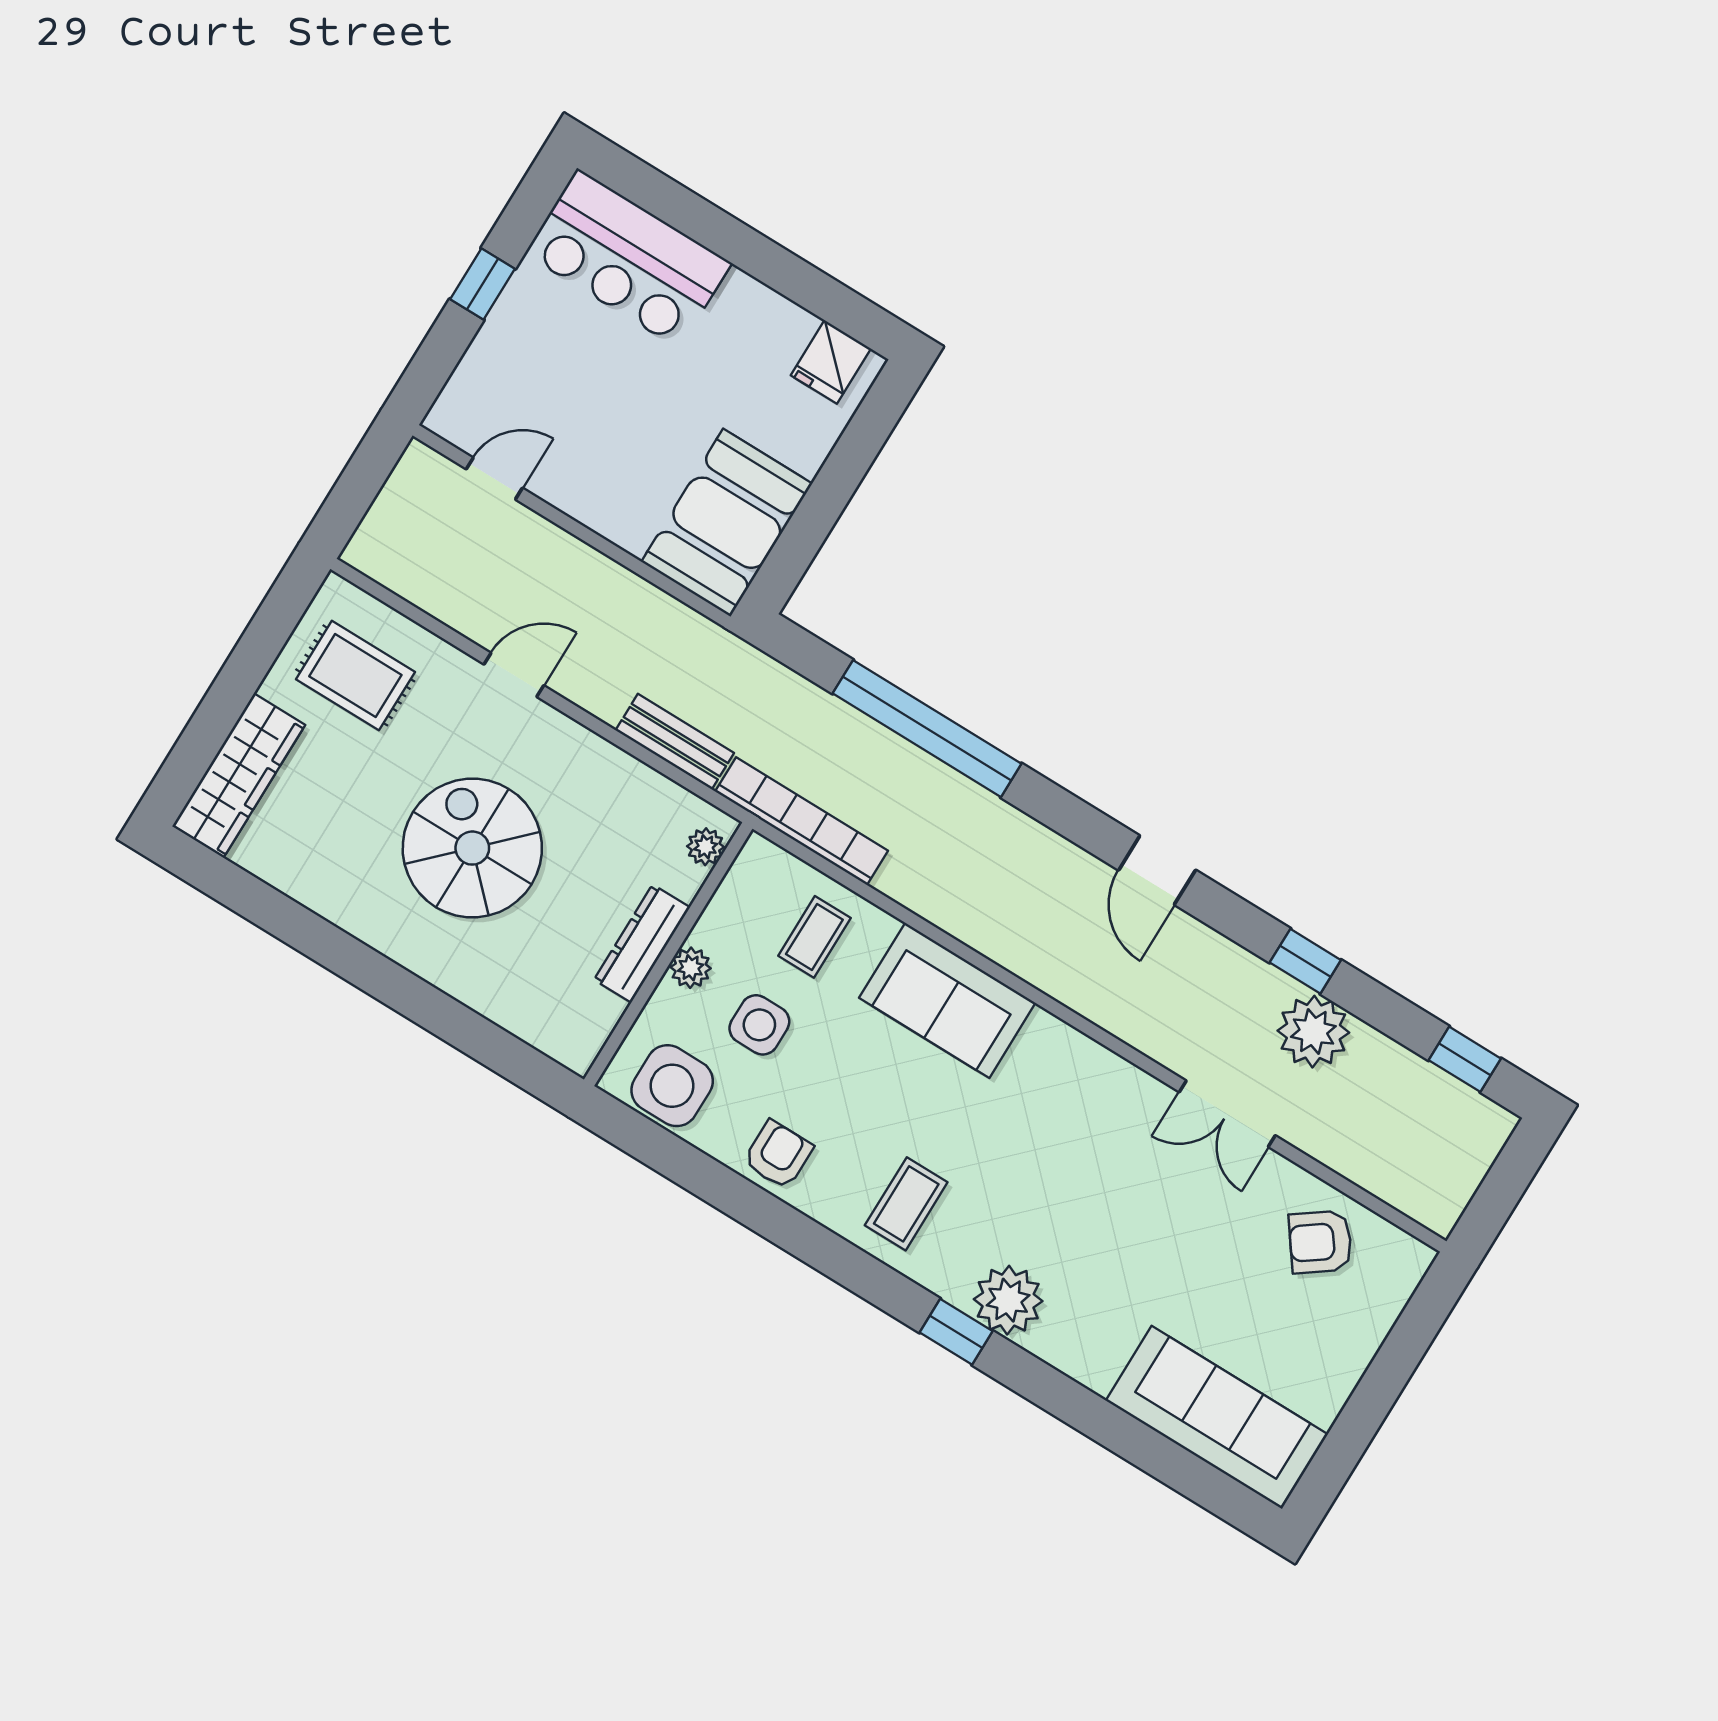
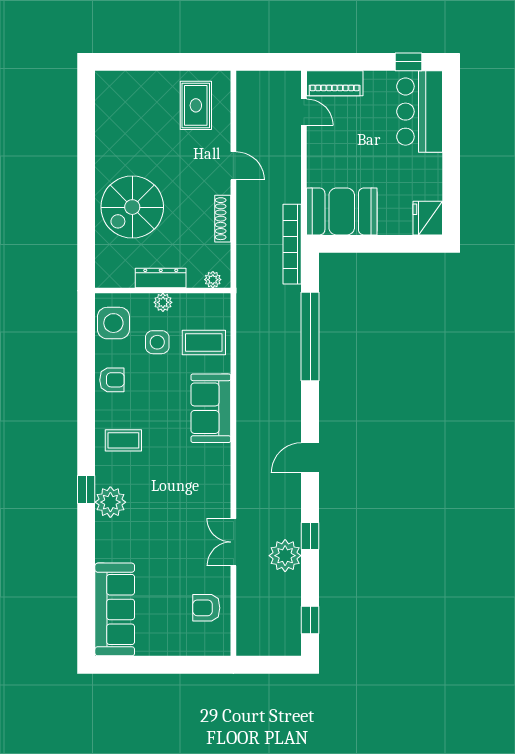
window: (483, 284) -> (408, 62), moved
fridge: (831, 362) -> (428, 218), width x1.38
piano: (475, 386) -> (335, 83), added
bench: (675, 742) -> (246, 243), removed
shoe rack: (602, 757) -> (223, 219), added
wardrobe: (239, 776) -> (130, 84), removed
bookcase: (802, 821) -> (292, 244), moved, turned 180
spiral stairs: (472, 848) -> (132, 207), moved, turned 180
coffee table: (814, 937) -> (204, 342), width x1.36, depth x1.30
armchair: (1320, 1242) -> (206, 608), turned -54

